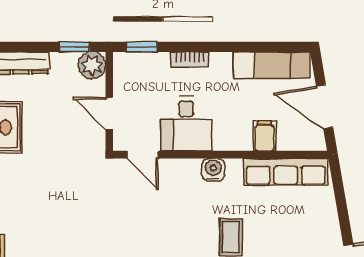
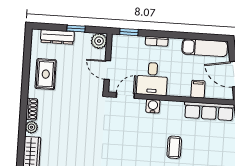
window: (74, 47) -> (76, 29), moved
door: (143, 155) -> (125, 95), swing flipped
water cooler: (213, 170) -> (153, 106), moved

